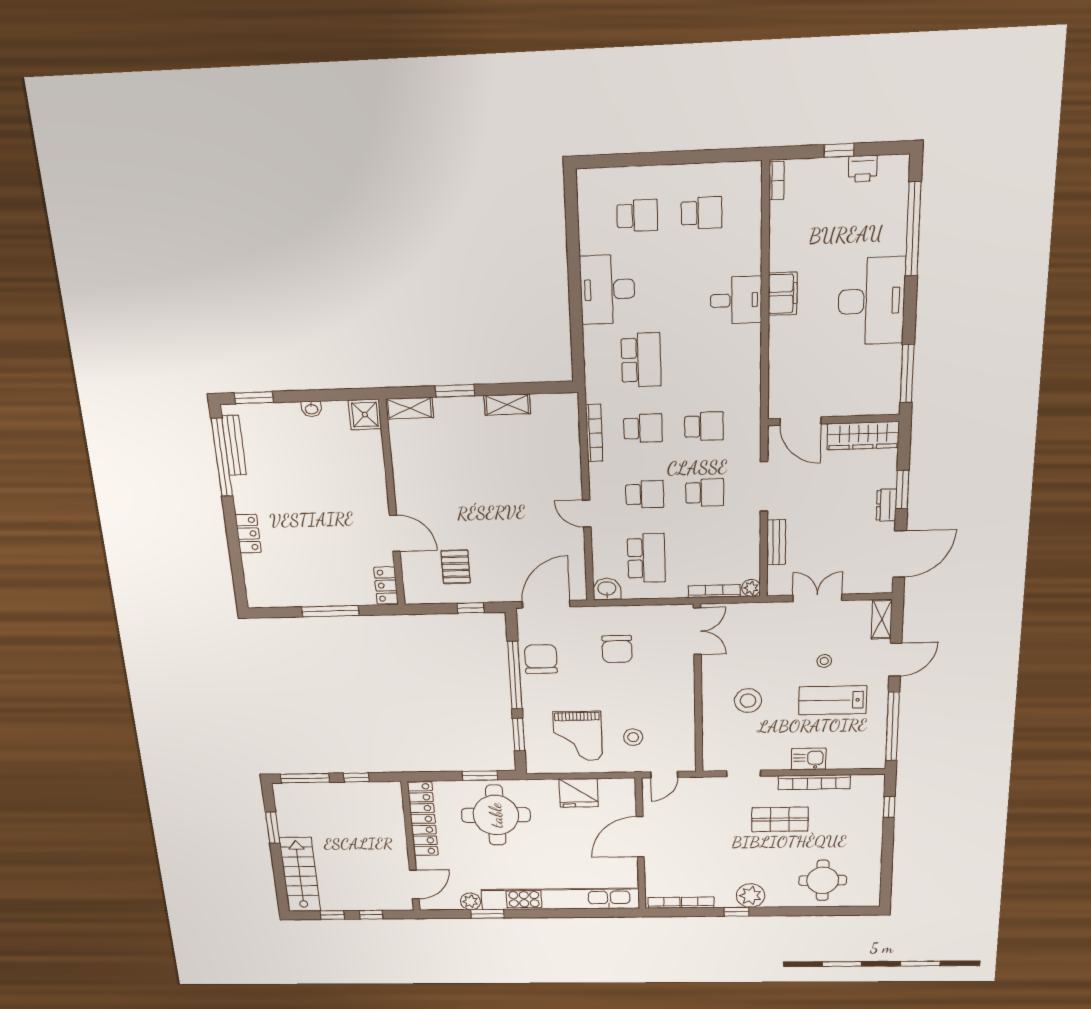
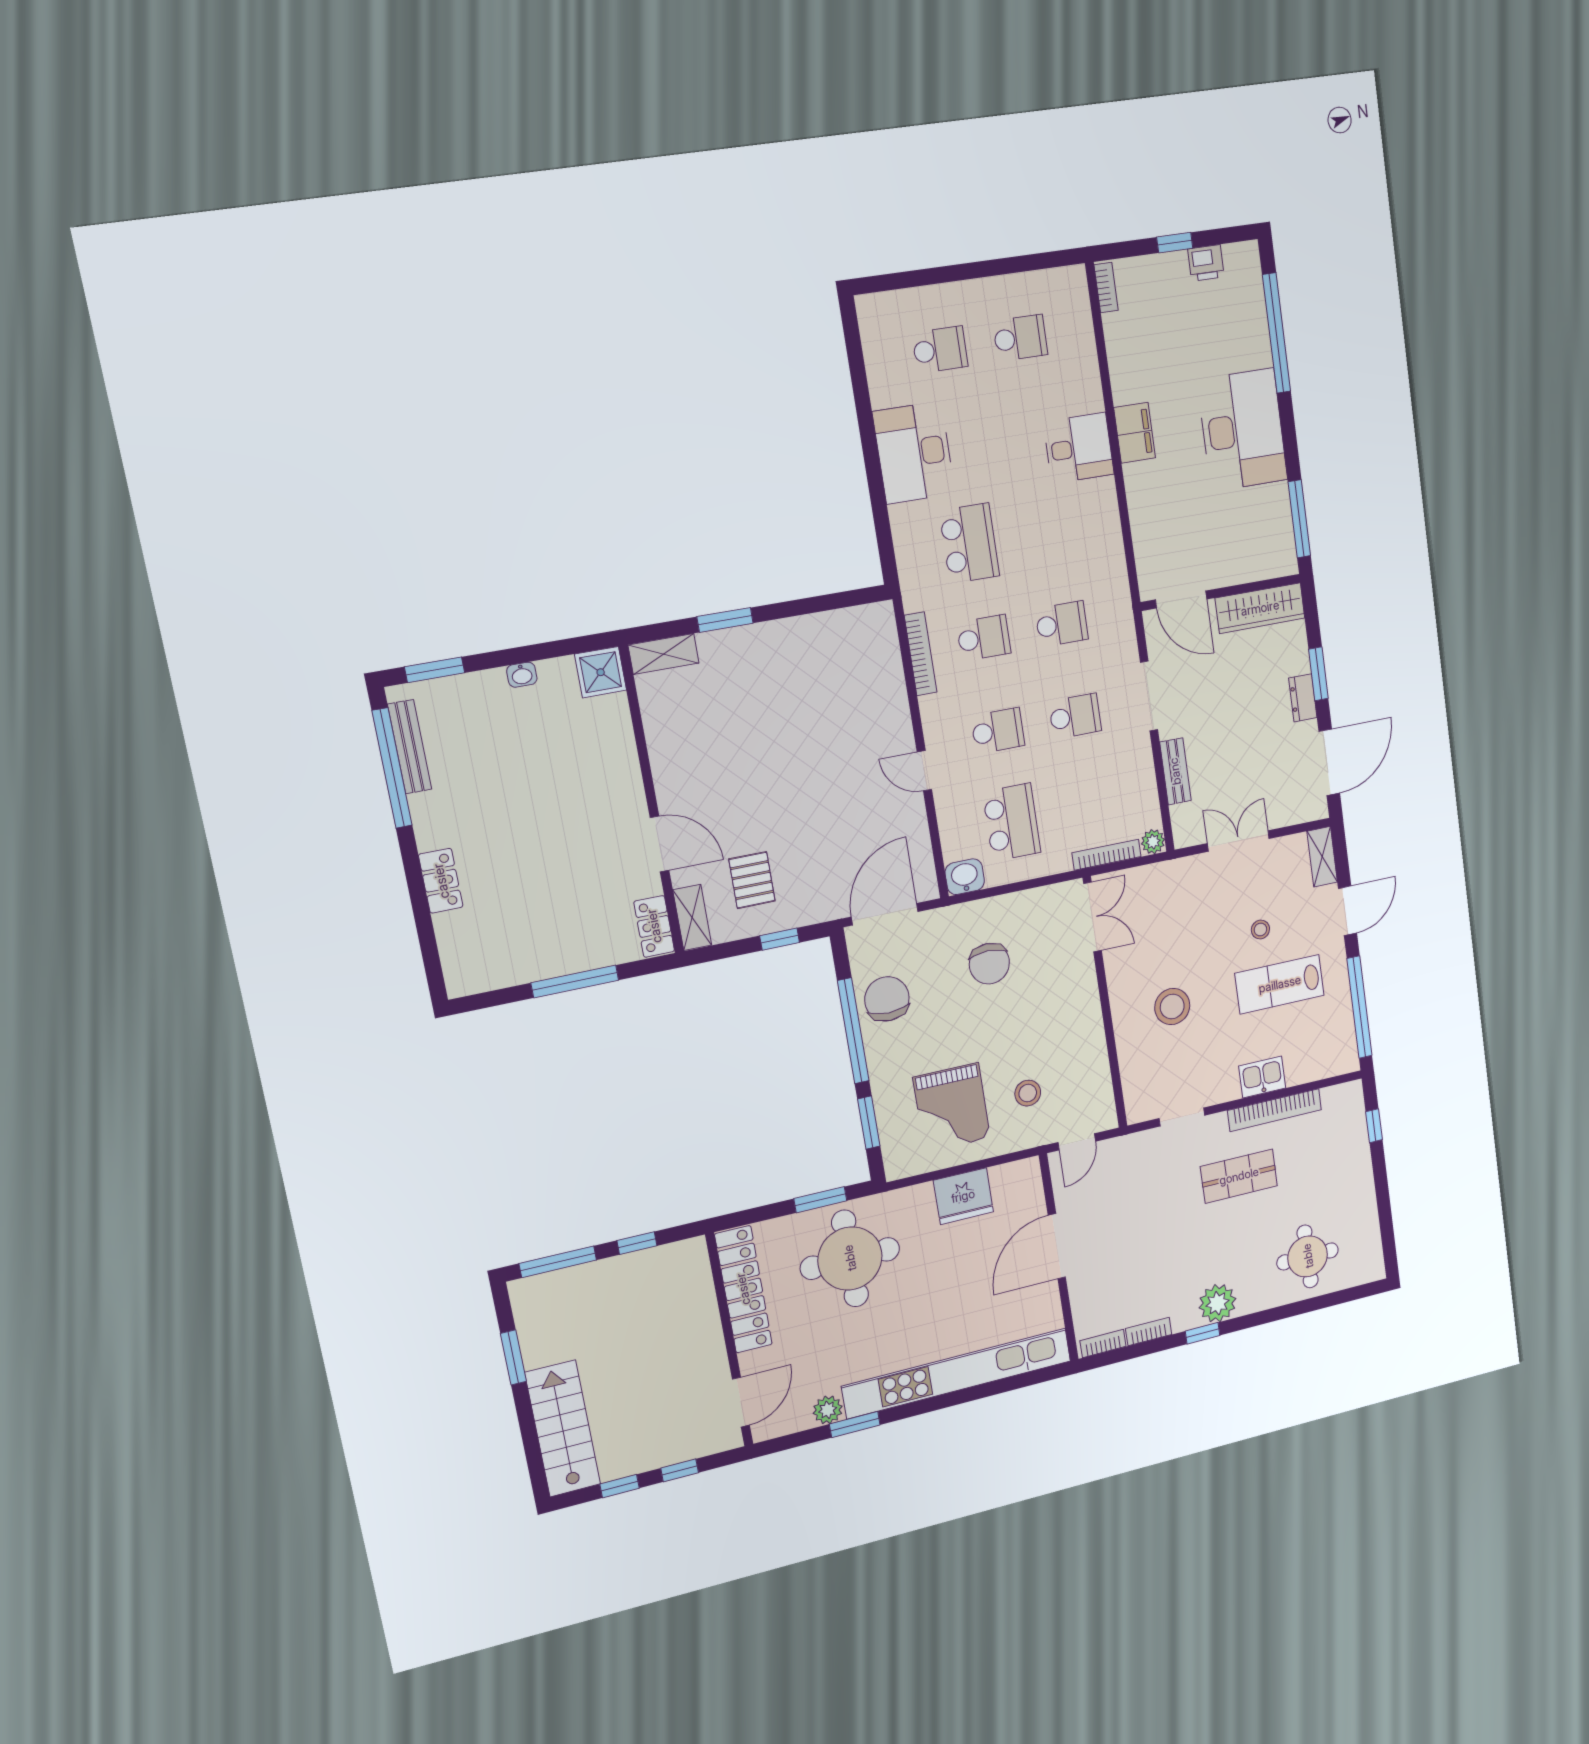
shelving: (507, 405) -> (692, 917), moved, turned 90

